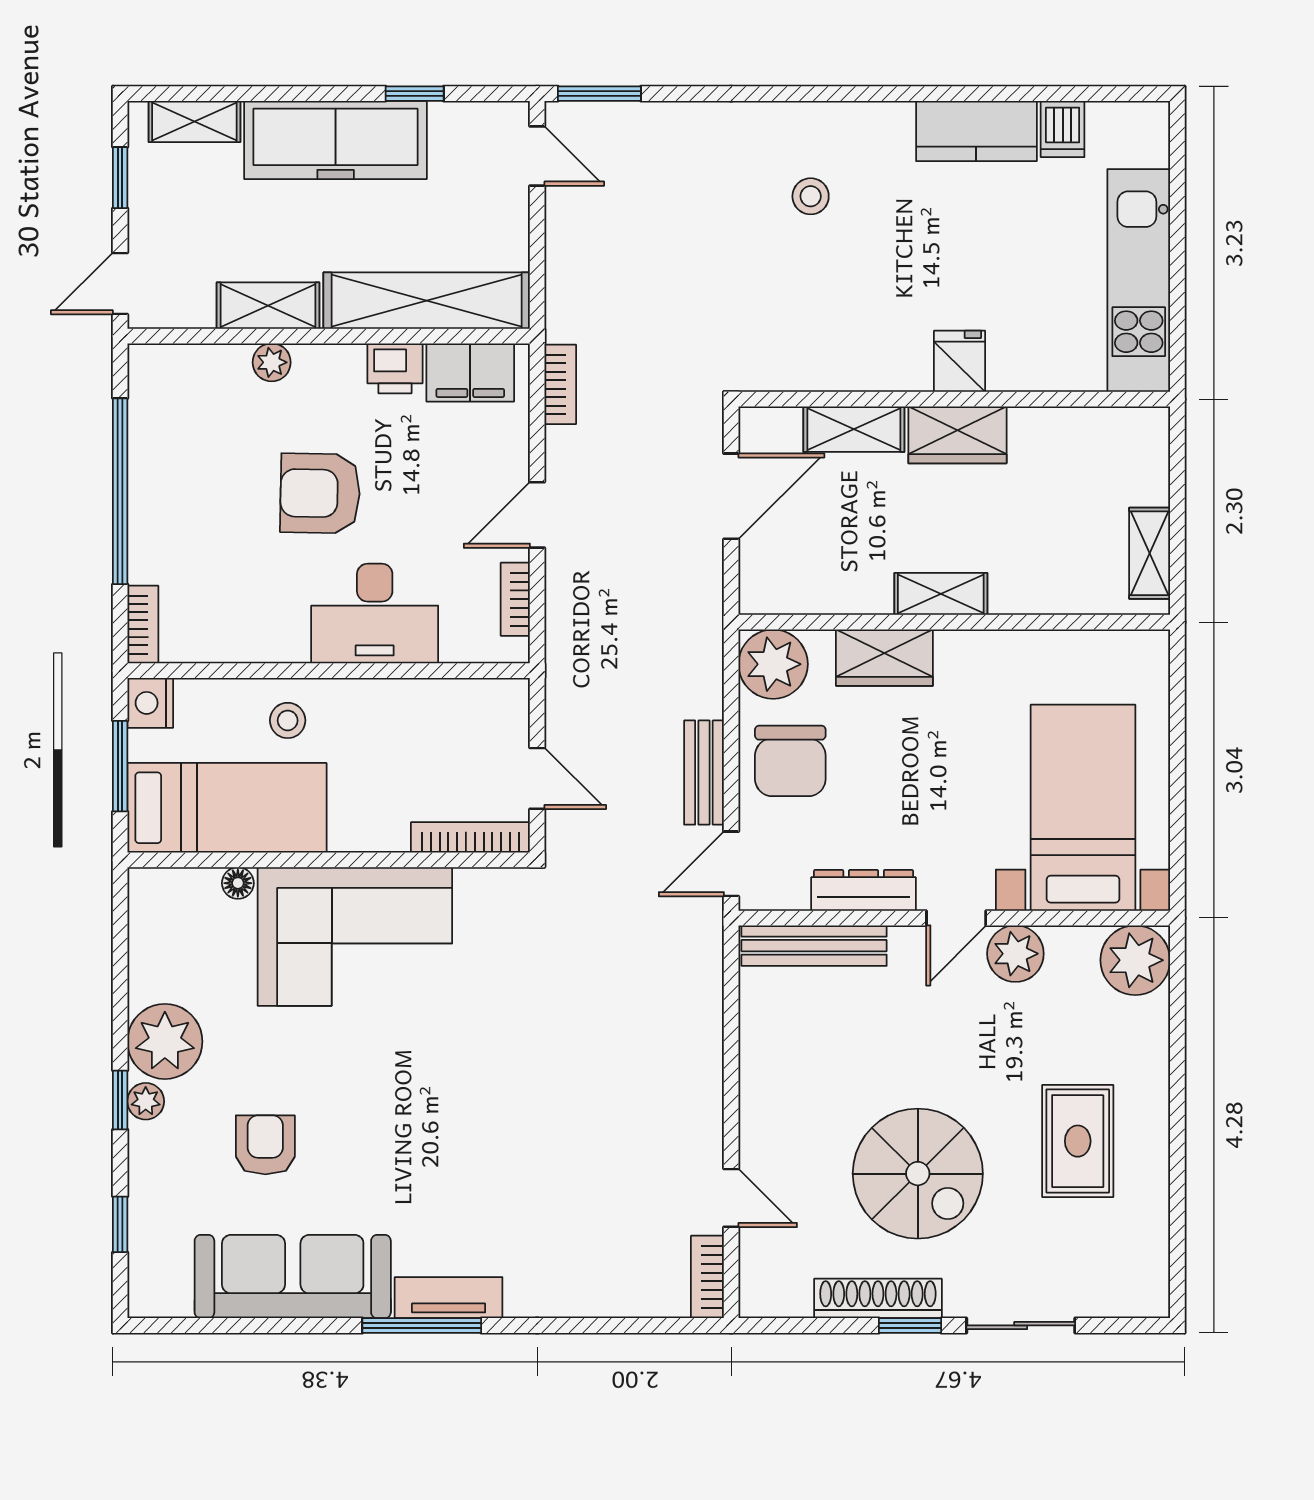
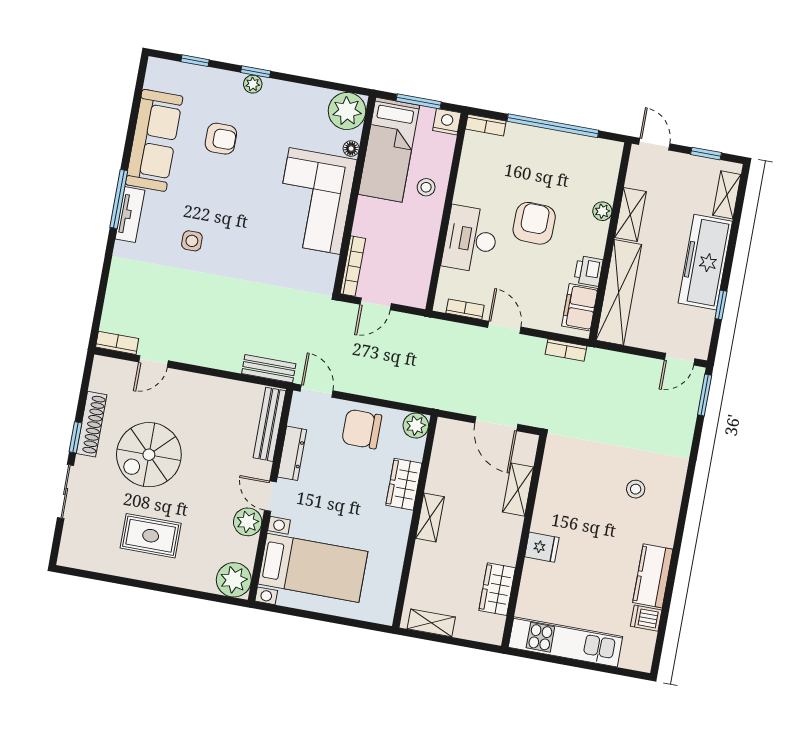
wardrobe: (957, 435) -> (497, 589), moved
plant: (773, 664) -> (416, 426), width x0.73, depth x0.73
bench: (704, 773) -> (269, 369), moved
plant: (165, 1041) -> (347, 111), moved
side table: (478, 1165) -> (192, 241), added

